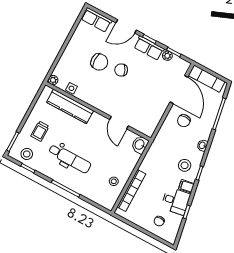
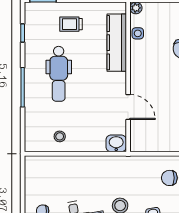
door: (119, 123) -> (128, 107), swing flipped
stool: (27, 154) -> (38, 23), removed
bookcase: (132, 190) -> (60, 162), removed

